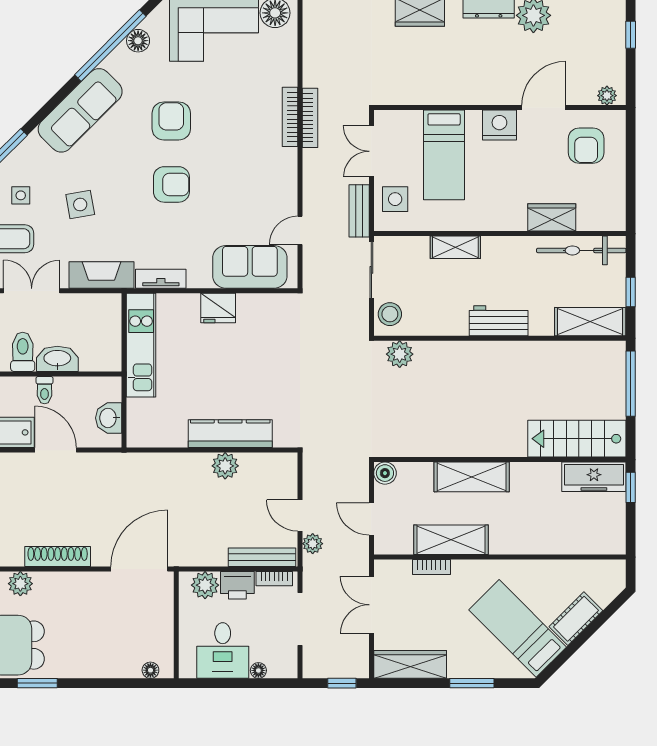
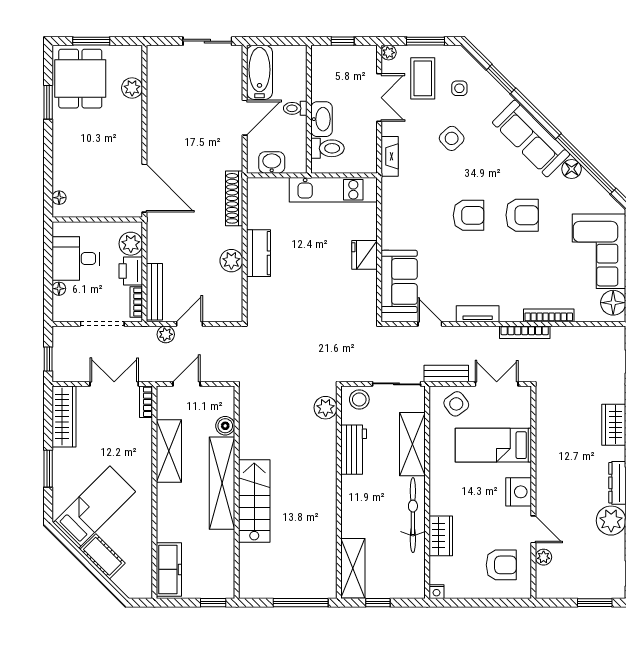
window: (631, 35) -> (595, 603), width x1.50
floor lamp: (138, 41) -> (572, 169), moved
plant: (607, 96) -> (544, 557), moved
door: (544, 108) -> (533, 529), width x0.73
bookcase: (290, 117) -> (549, 315), moved
armchair: (586, 146) -> (501, 565), turned 180
armchair: (171, 184) -> (469, 215), turned -90
side table: (395, 199) -> (456, 404), turned -36
side table: (80, 205) -> (452, 138), turned -33
nightstand: (618, 223) -> (436, 592), added
shelving: (455, 247) -> (412, 444), width x1.50, depth x1.33
bicycle: (581, 250) -> (413, 515), moved
fireplace: (101, 275) -> (390, 156), width x0.73, depth x0.76
tv unit: (161, 279) -> (478, 314), moved, turned -90
workbench: (499, 321) -> (354, 450), moved
toilet: (23, 352) -> (327, 148), moved
kitchen counter: (230, 434) -> (258, 253), width x0.67
stairs: (577, 439) -> (254, 501), moved
boiler: (385, 473) -> (225, 426), moved
shelving: (472, 477) -> (222, 483), width x1.47
freezer: (594, 477) -> (169, 569), moved, turned 180
shoe rack: (58, 557) -> (234, 198), moved, turned 180
bookcase: (431, 567) -> (146, 402), moved

